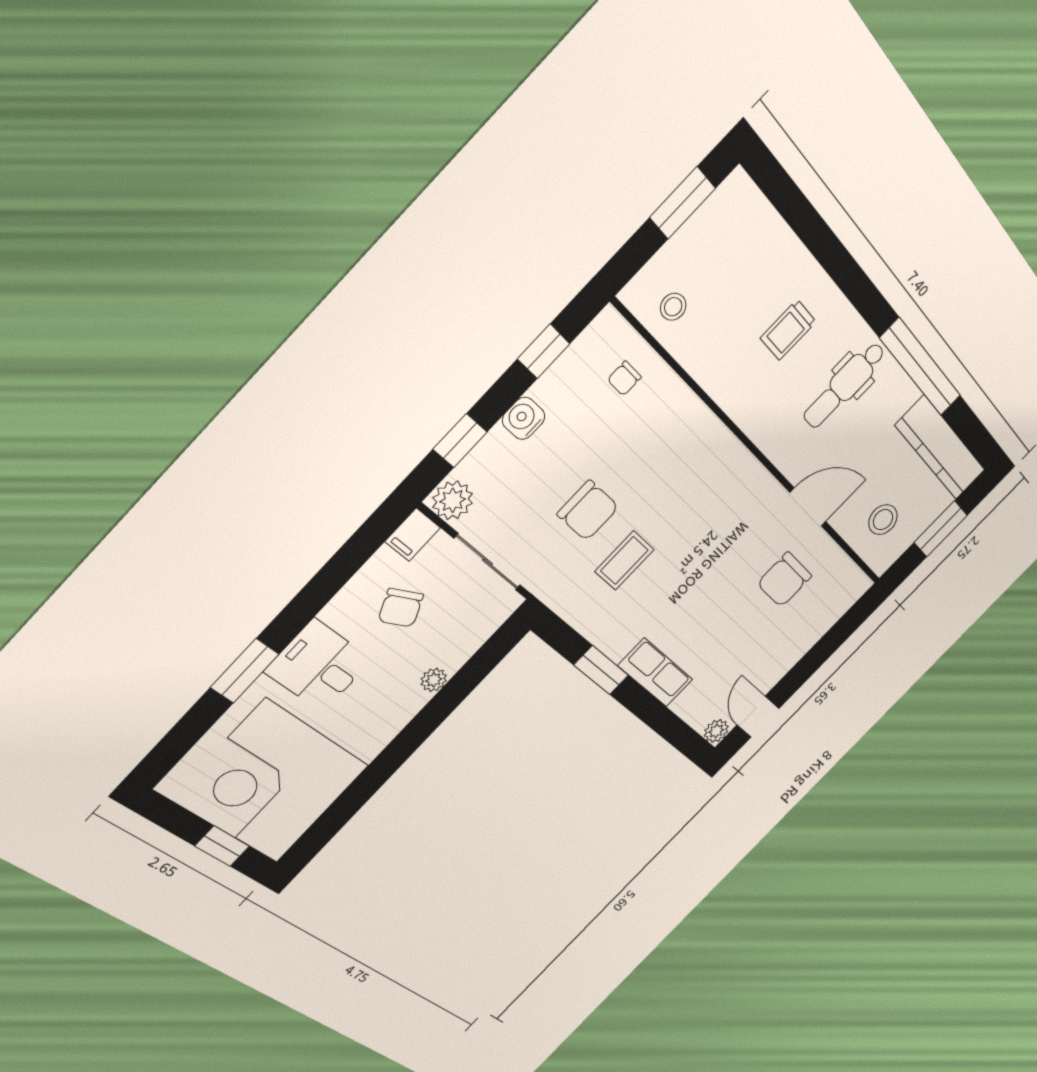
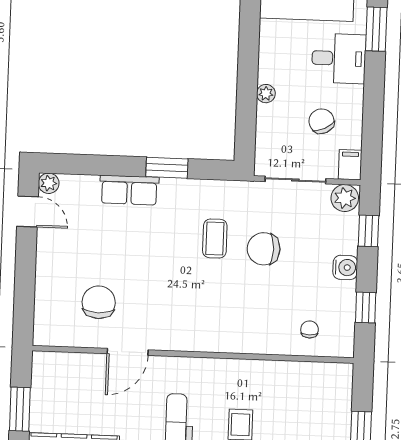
stool: (673, 307) -> (317, 384), removed
stool: (883, 520) -> (68, 383), removed

